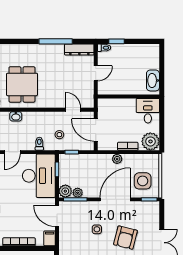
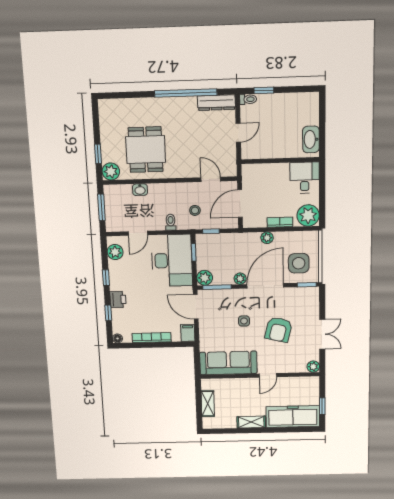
window: (56, 41) -> (186, 93), width x1.46
door: (96, 130) -> (240, 204), hinge flipped
plant: (78, 193) -> (240, 279), moved

